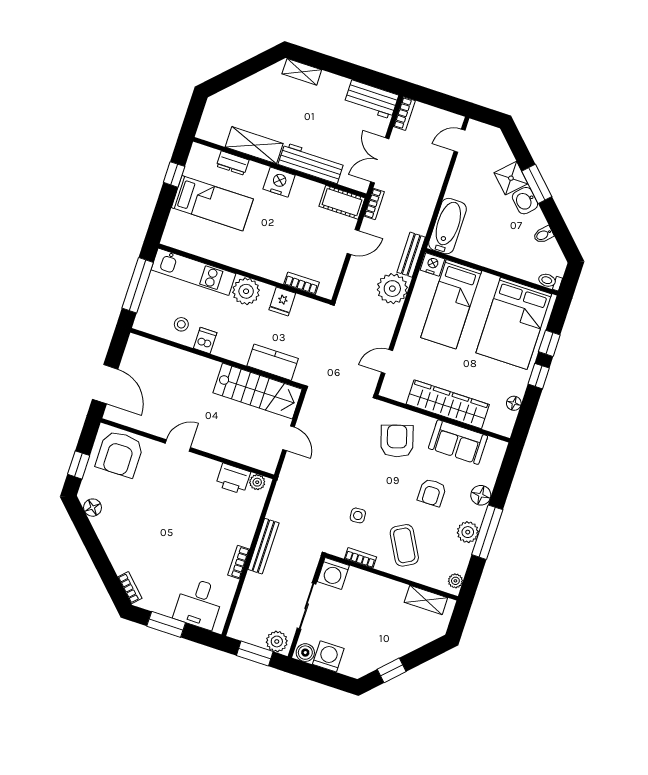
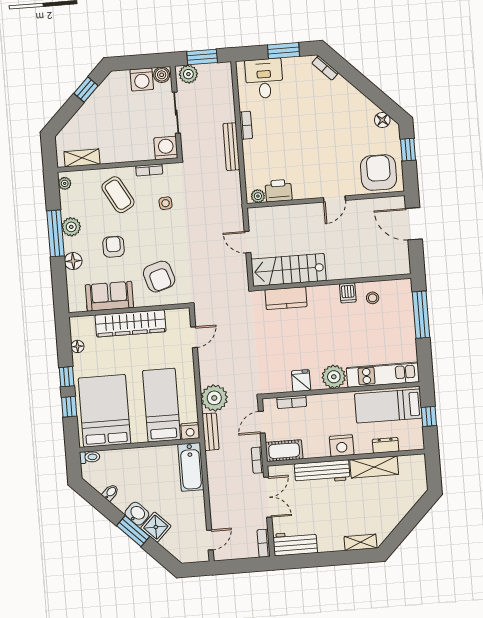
kitchen unit: (193, 272) -> (383, 375), moved
wall: (245, 274) -> (341, 390), moved
bookcase: (302, 283) -> (292, 402), moved
plant: (246, 291) -> (334, 377), moved
fridge: (282, 302) -> (301, 381), moved

